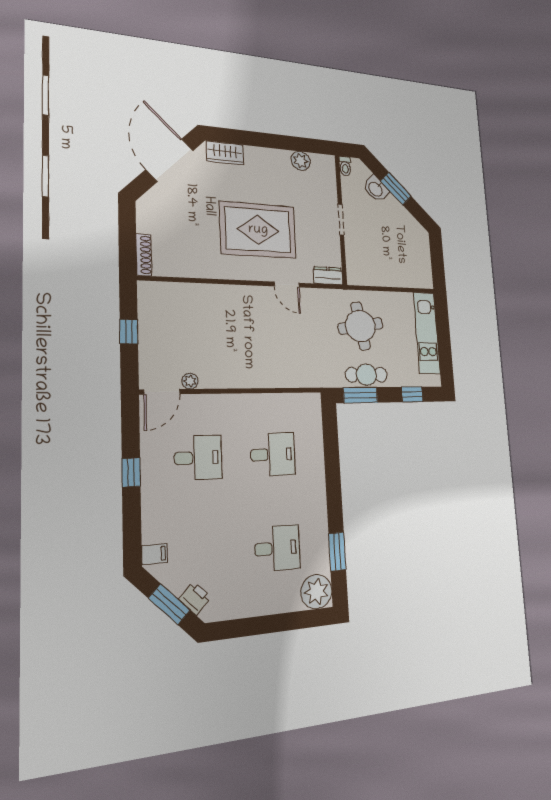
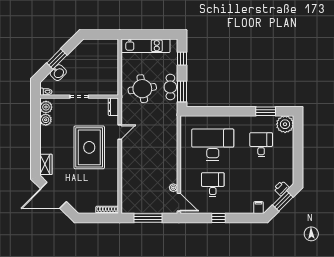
plant: (321, 164) -> (46, 107), added
window: (129, 332) -> (148, 218), width x2.17
desk: (273, 454) -> (213, 145), width x1.87, depth x1.30

